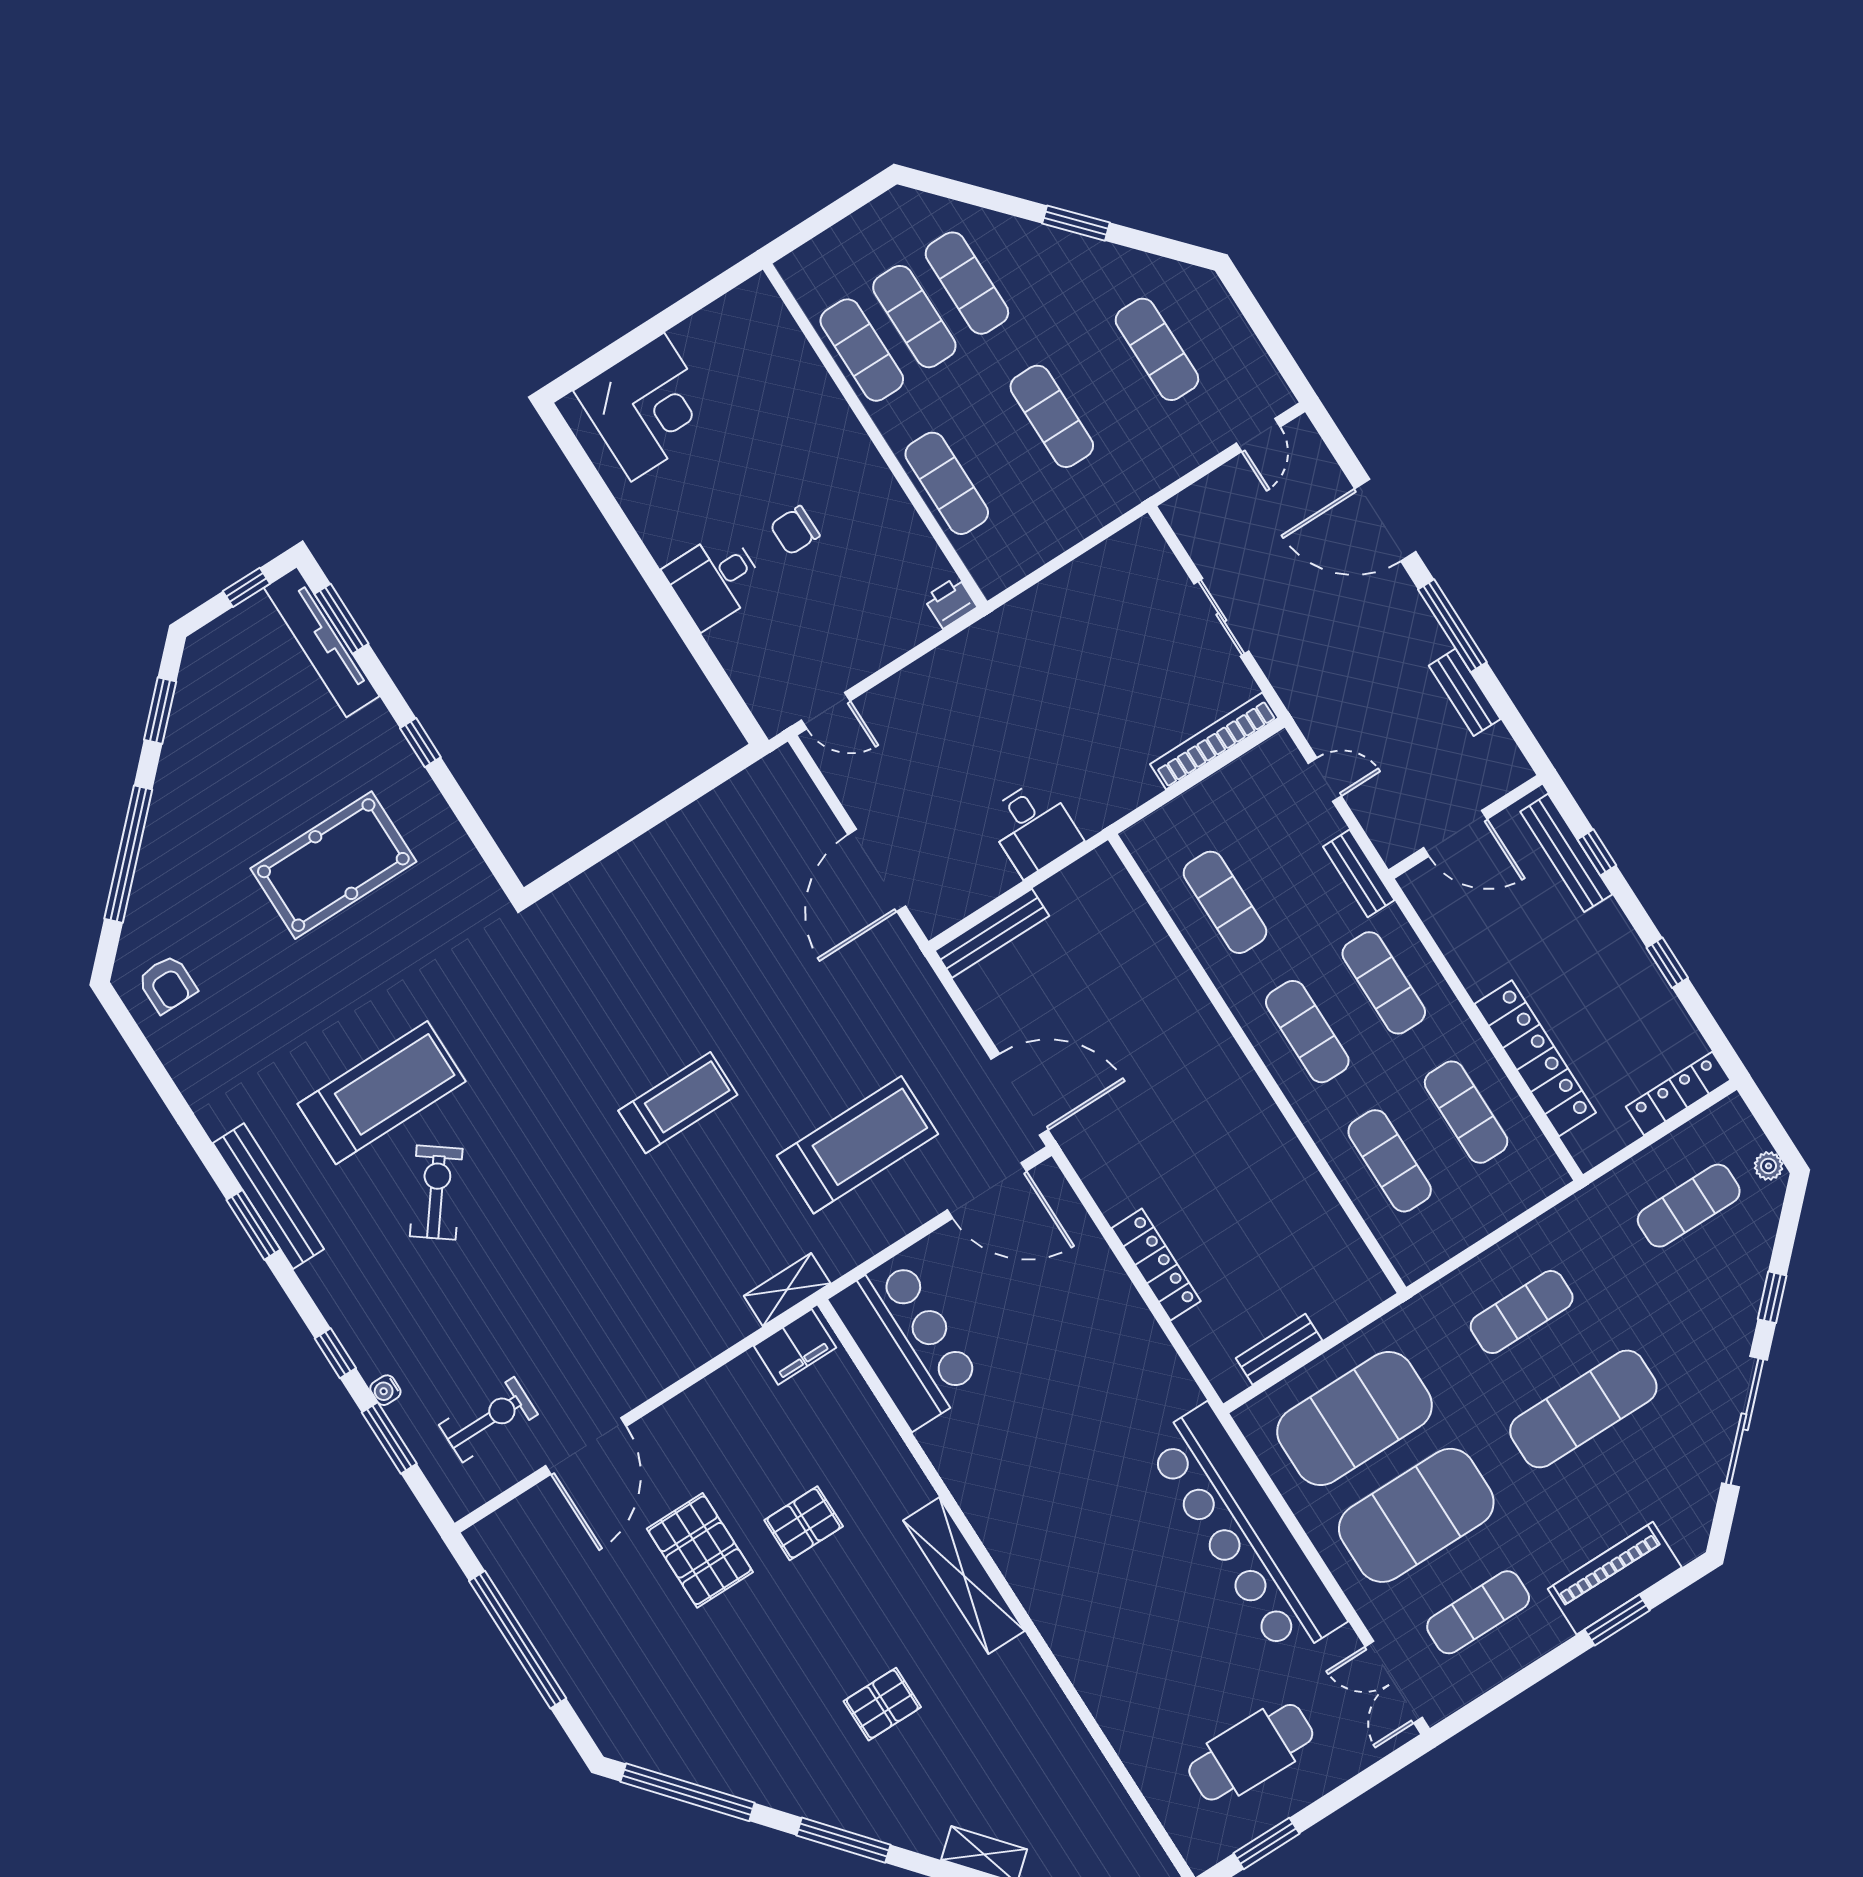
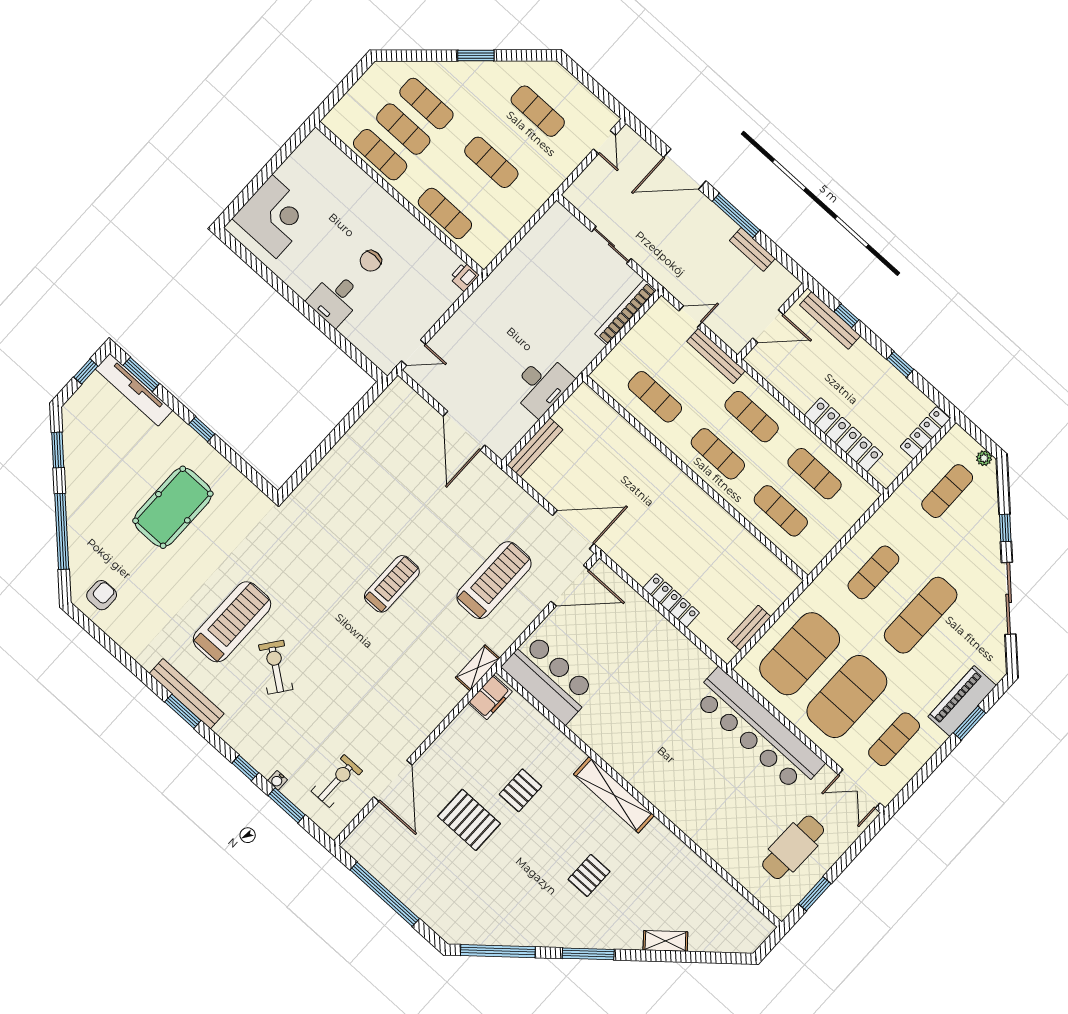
desk: (1033, 828) -> (542, 385), width x1.37
bench: (1359, 873) -> (716, 356), width x1.36
armchair: (167, 984) -> (102, 595), turned -90

